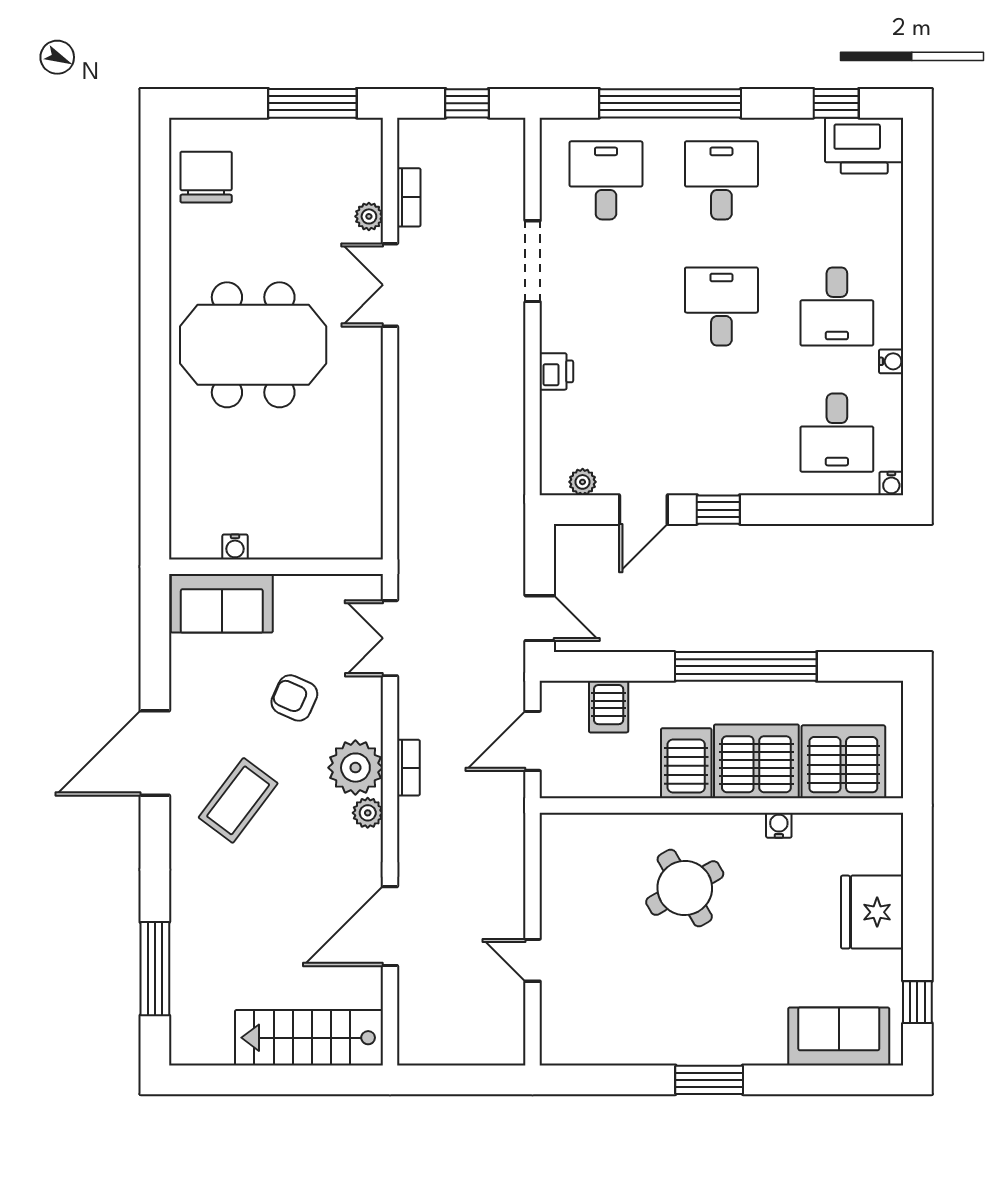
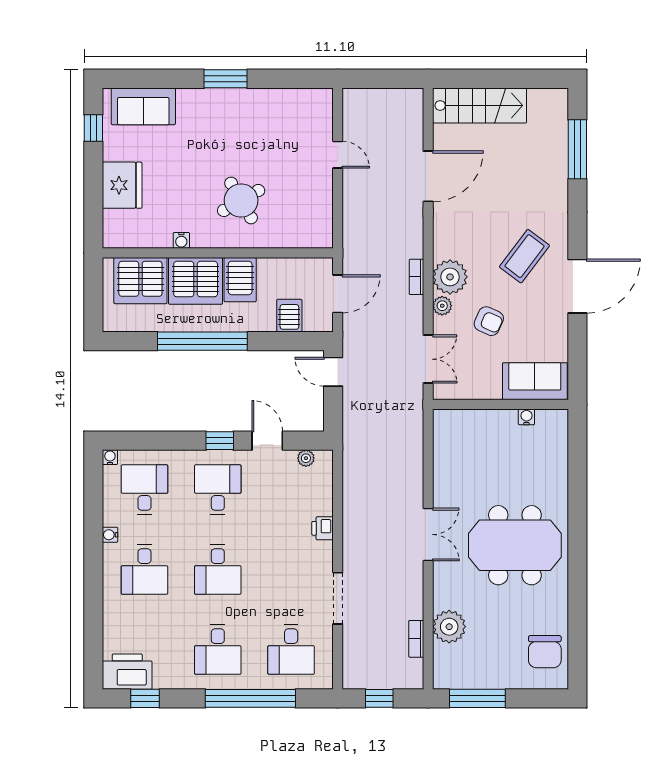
plant: (369, 216) -> (449, 627), width x1.87, depth x1.87
double door: (390, 285) -> (428, 534), moved
desk: (837, 306) -> (145, 570), turned 180
desk: (721, 433) -> (218, 490), added
door: (643, 510) -> (267, 441), hinge flipped
plant: (368, 813) -> (442, 306), moved

